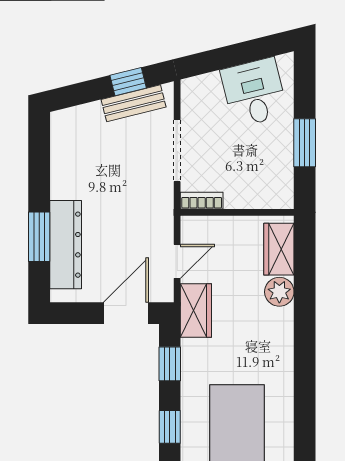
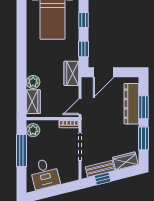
wardrobe: (78, 120) -> (125, 161), added
window: (305, 143) -> (21, 151), width x1.44
window: (39, 169) -> (143, 138), added
plant: (279, 187) -> (33, 130), added
door: (177, 261) -> (80, 107), moved

